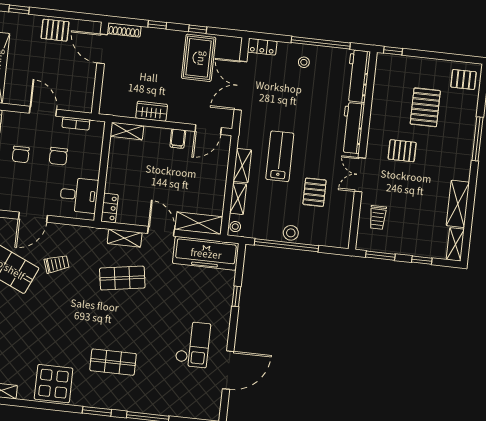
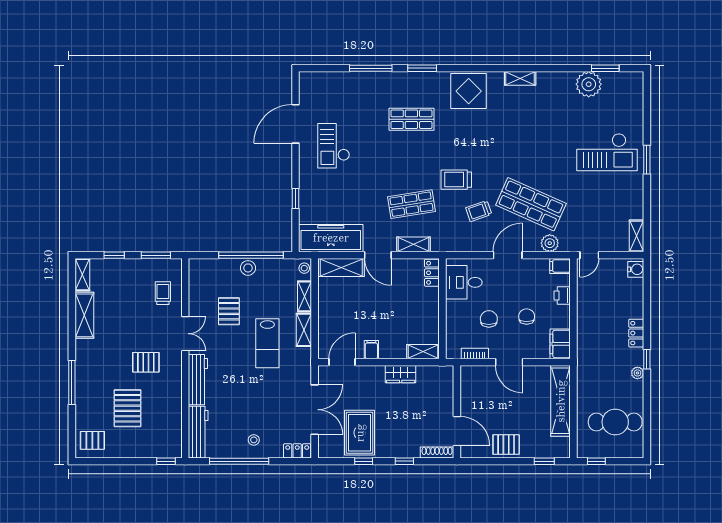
trolley: (75, 298) -> (456, 180), added

